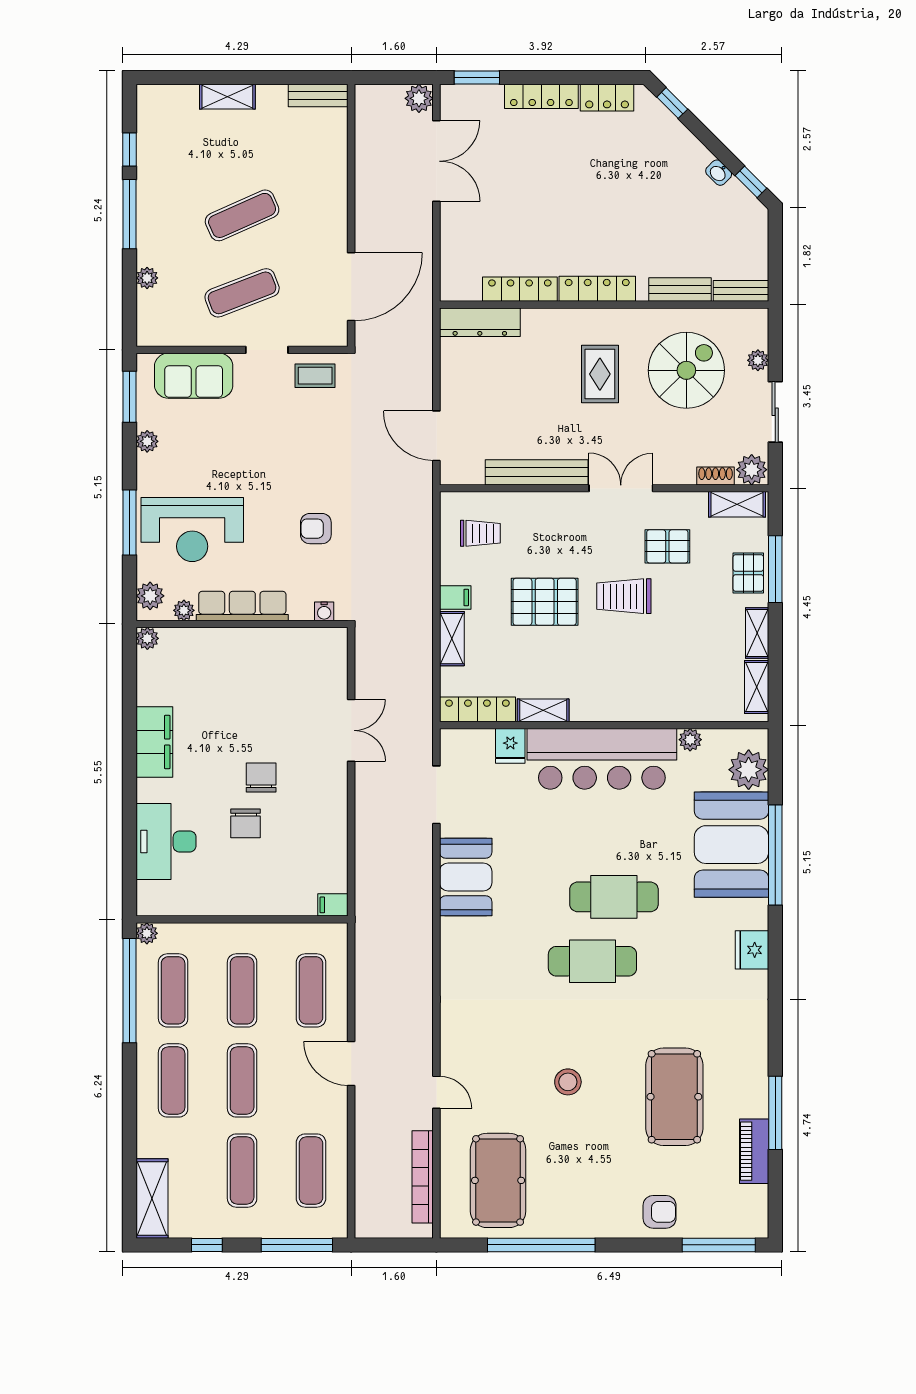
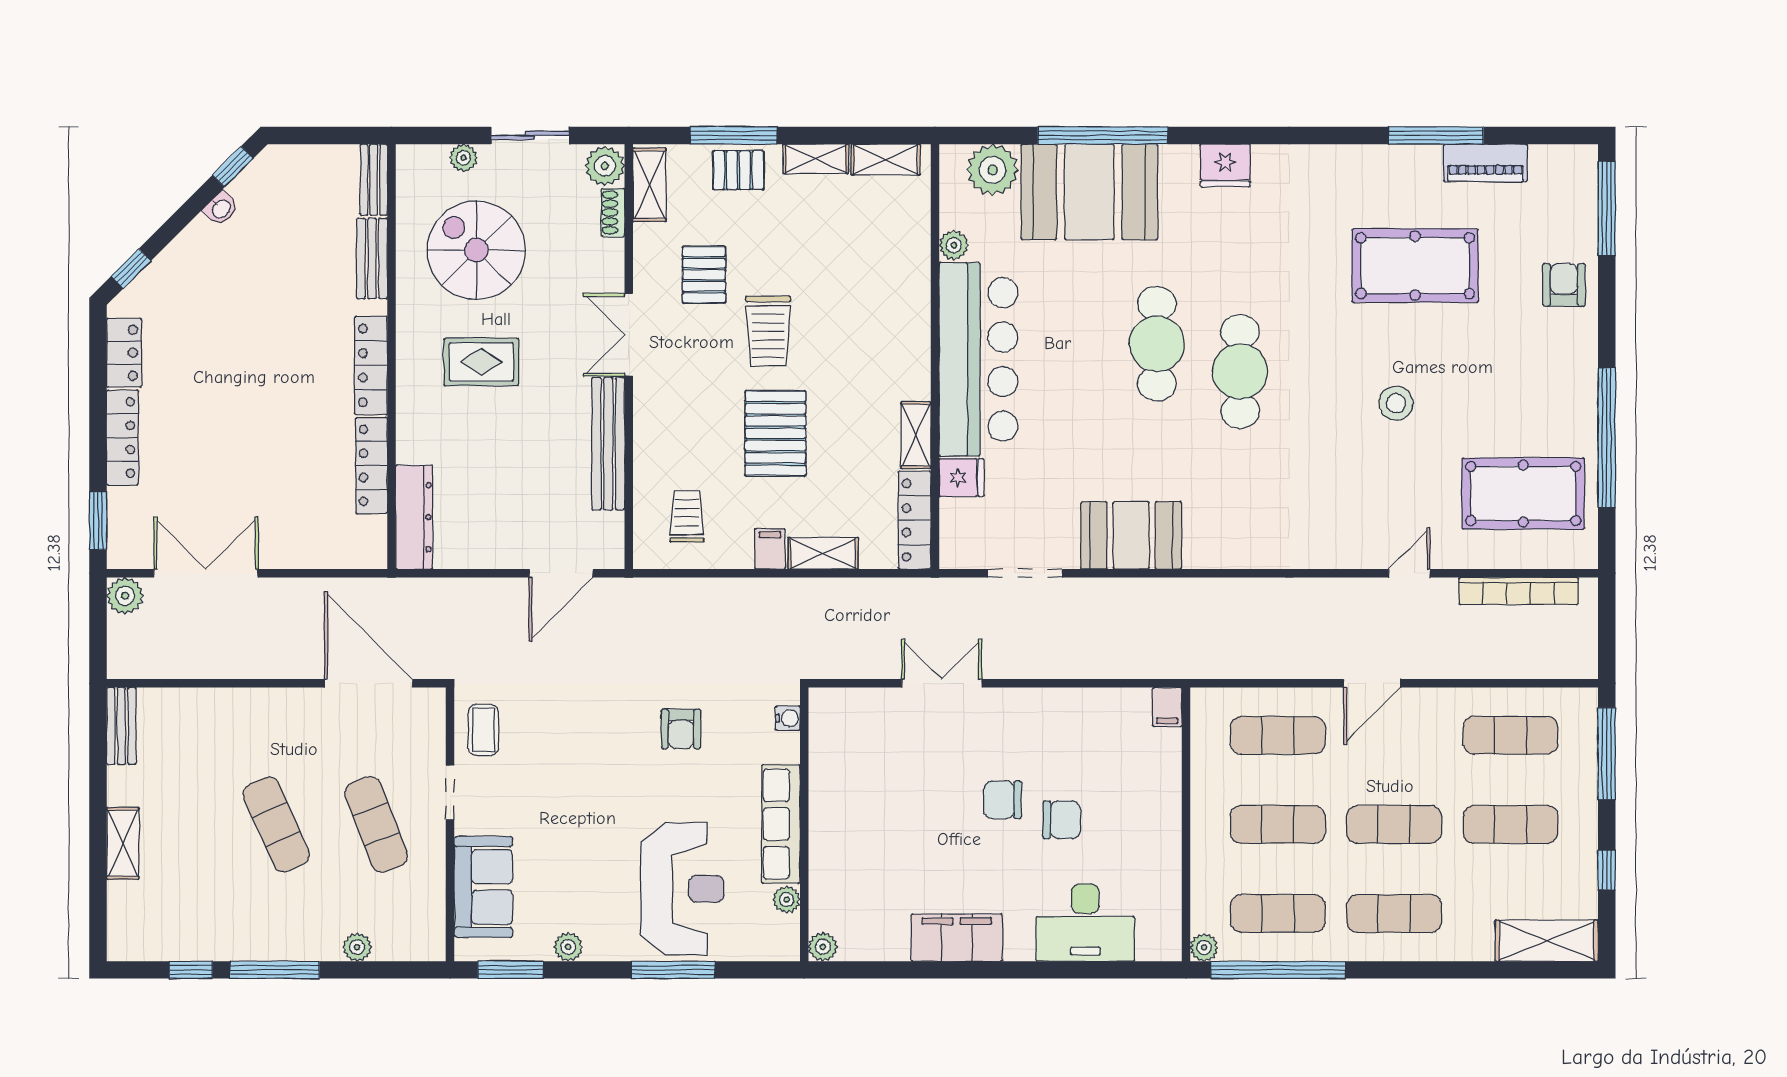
plant: (150, 596) -> (768, 943), removed

